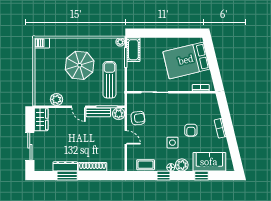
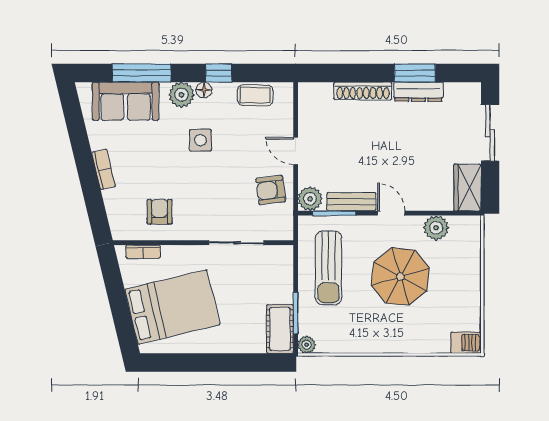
parasol: (80, 65) -> (400, 277), moved
armchair: (191, 130) -> (160, 212), moved
window: (201, 176) -> (142, 73), width x2.17

